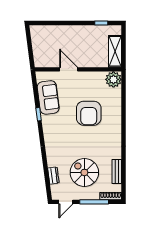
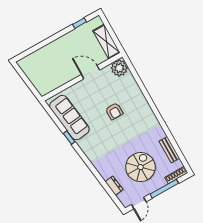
door: (69, 69) -> (90, 72), moved
sofa: (48, 97) -> (69, 118), width x1.36
armchair: (89, 113) -> (114, 111), width x0.53, depth x0.53
spiral stairs: (84, 172) -> (140, 167), turned 90

